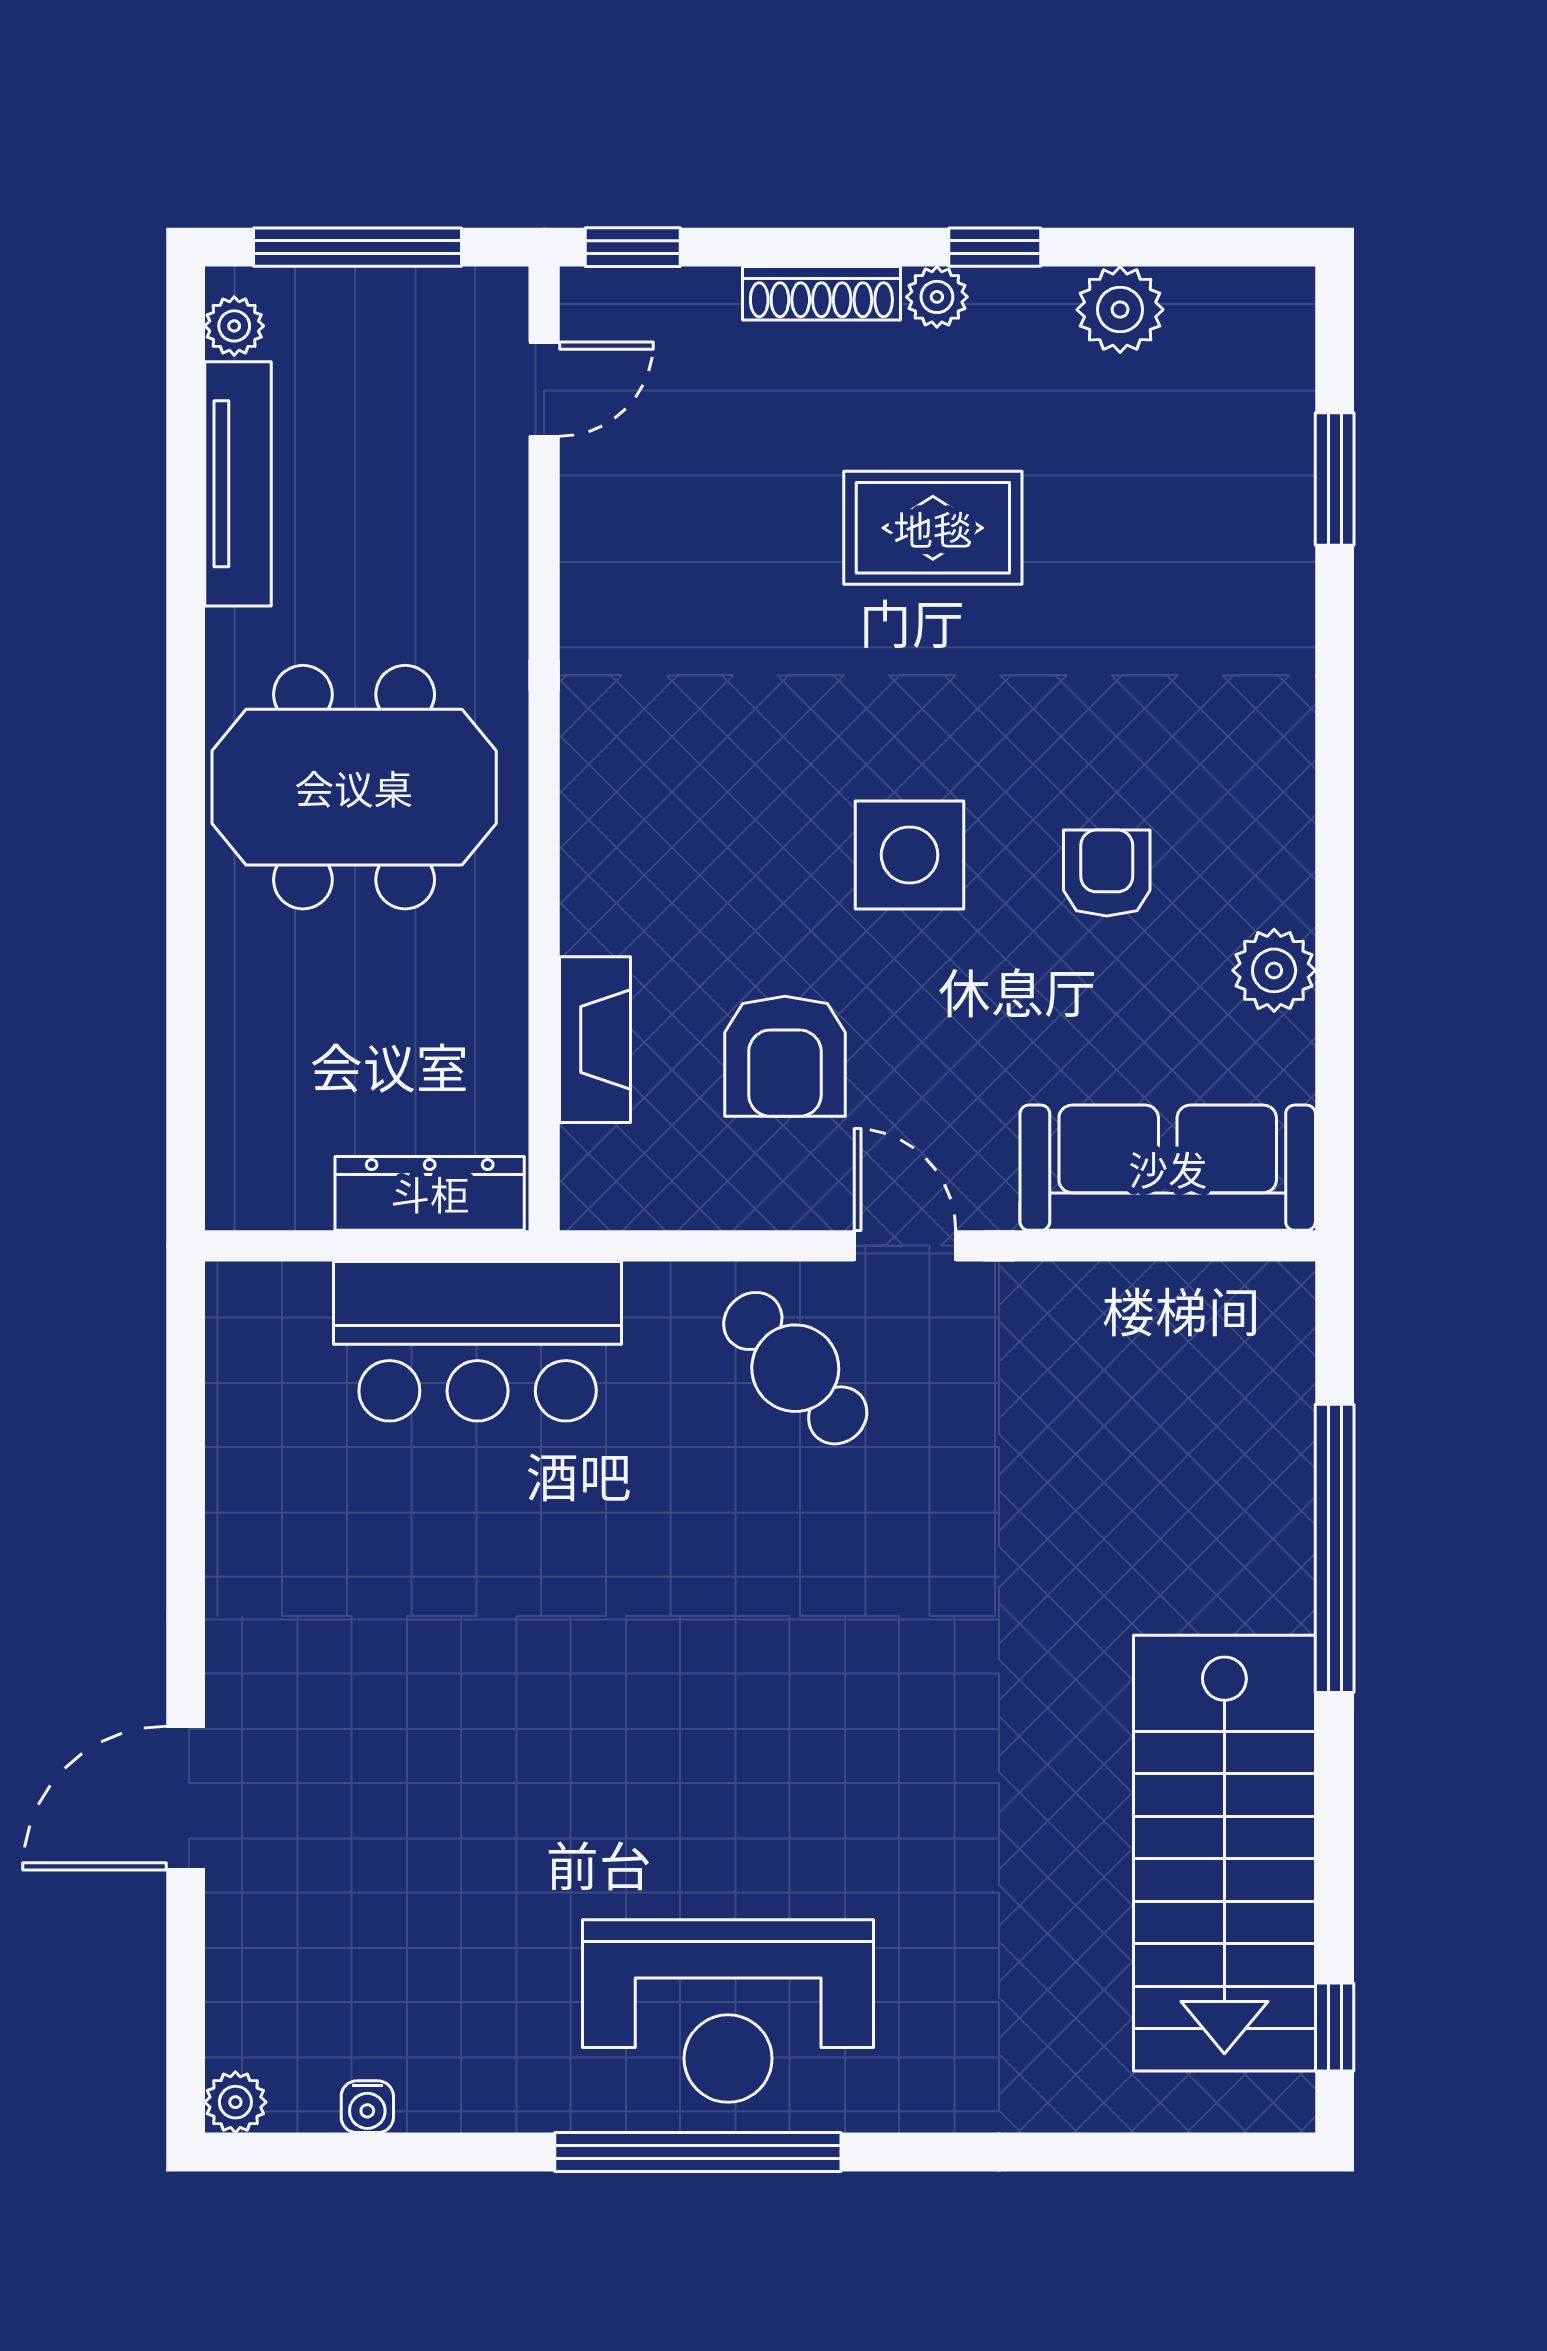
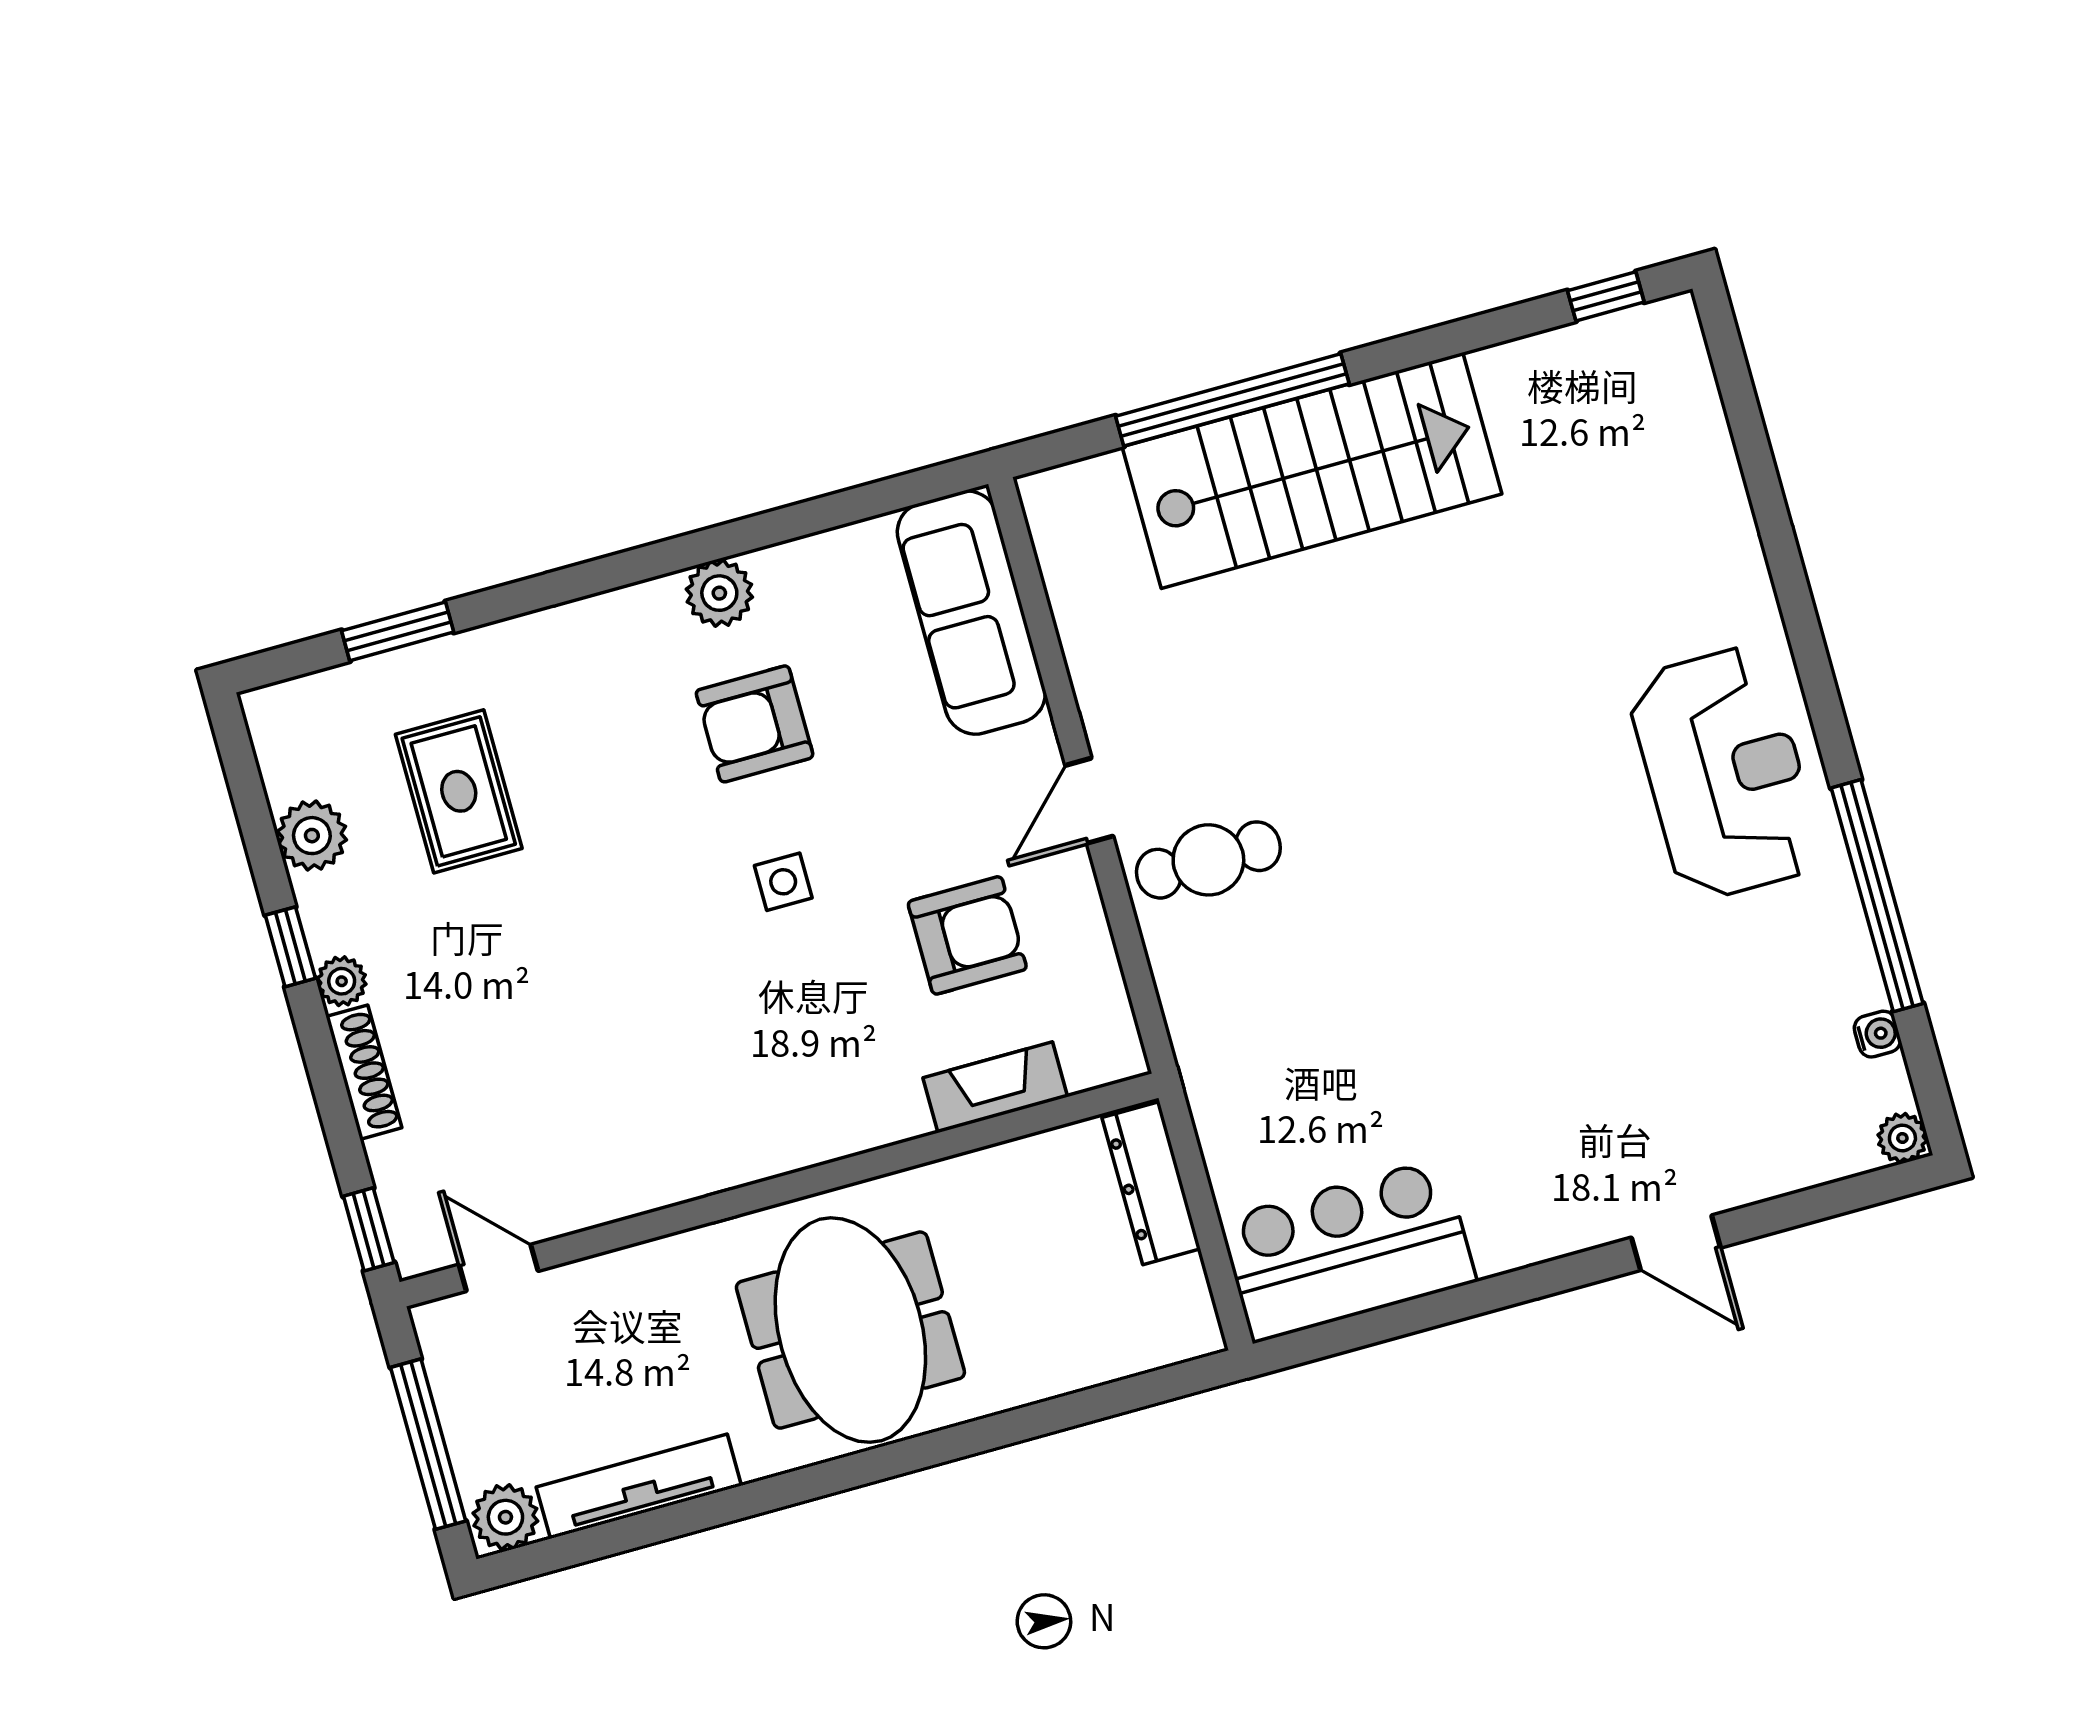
plant: (234, 326) -> (505, 1517), width x1.38, depth x1.38
rug: (933, 528) -> (459, 791), moved
side table: (910, 855) -> (783, 882), width x0.54, depth x0.54
armchair: (1107, 873) -> (755, 724), width x1.38, depth x1.38
plant: (1274, 970) -> (719, 593), moved
bar counter: (478, 1341) -> (1348, 1250), moved, turned -90
cafe table: (795, 1368) -> (1208, 860), turned 42
door: (186, 1798) -> (1676, 1243), width x0.73
stairs: (1224, 1853) -> (1312, 470), moved
window: (698, 2152) -> (1877, 896), moved

